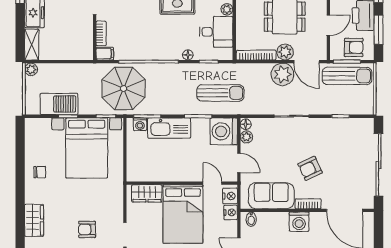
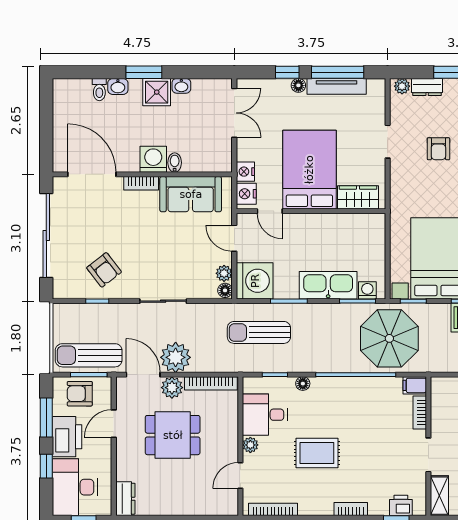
armchair: (310, 168) -> (104, 270), moved, turned 77
bidet: (251, 219) -> (175, 163), moved
armchair: (87, 229) -> (438, 149), turned 90

